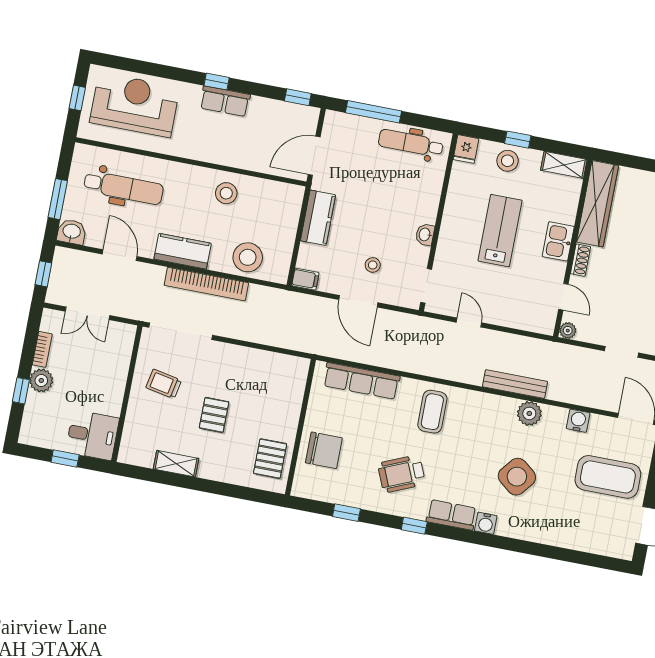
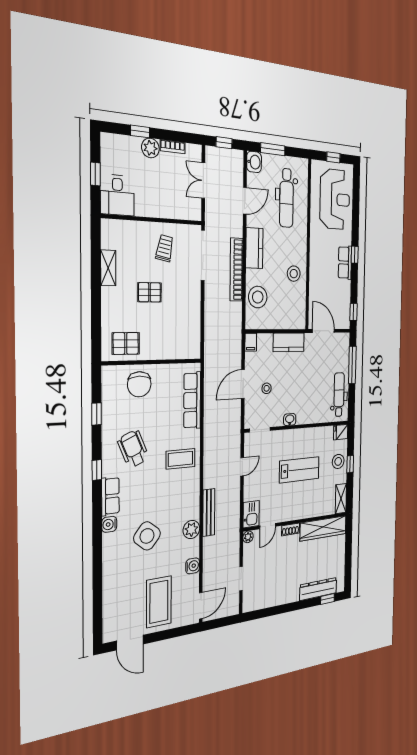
kitchen sink: (558, 241) -> (251, 514), moved, turned 90

